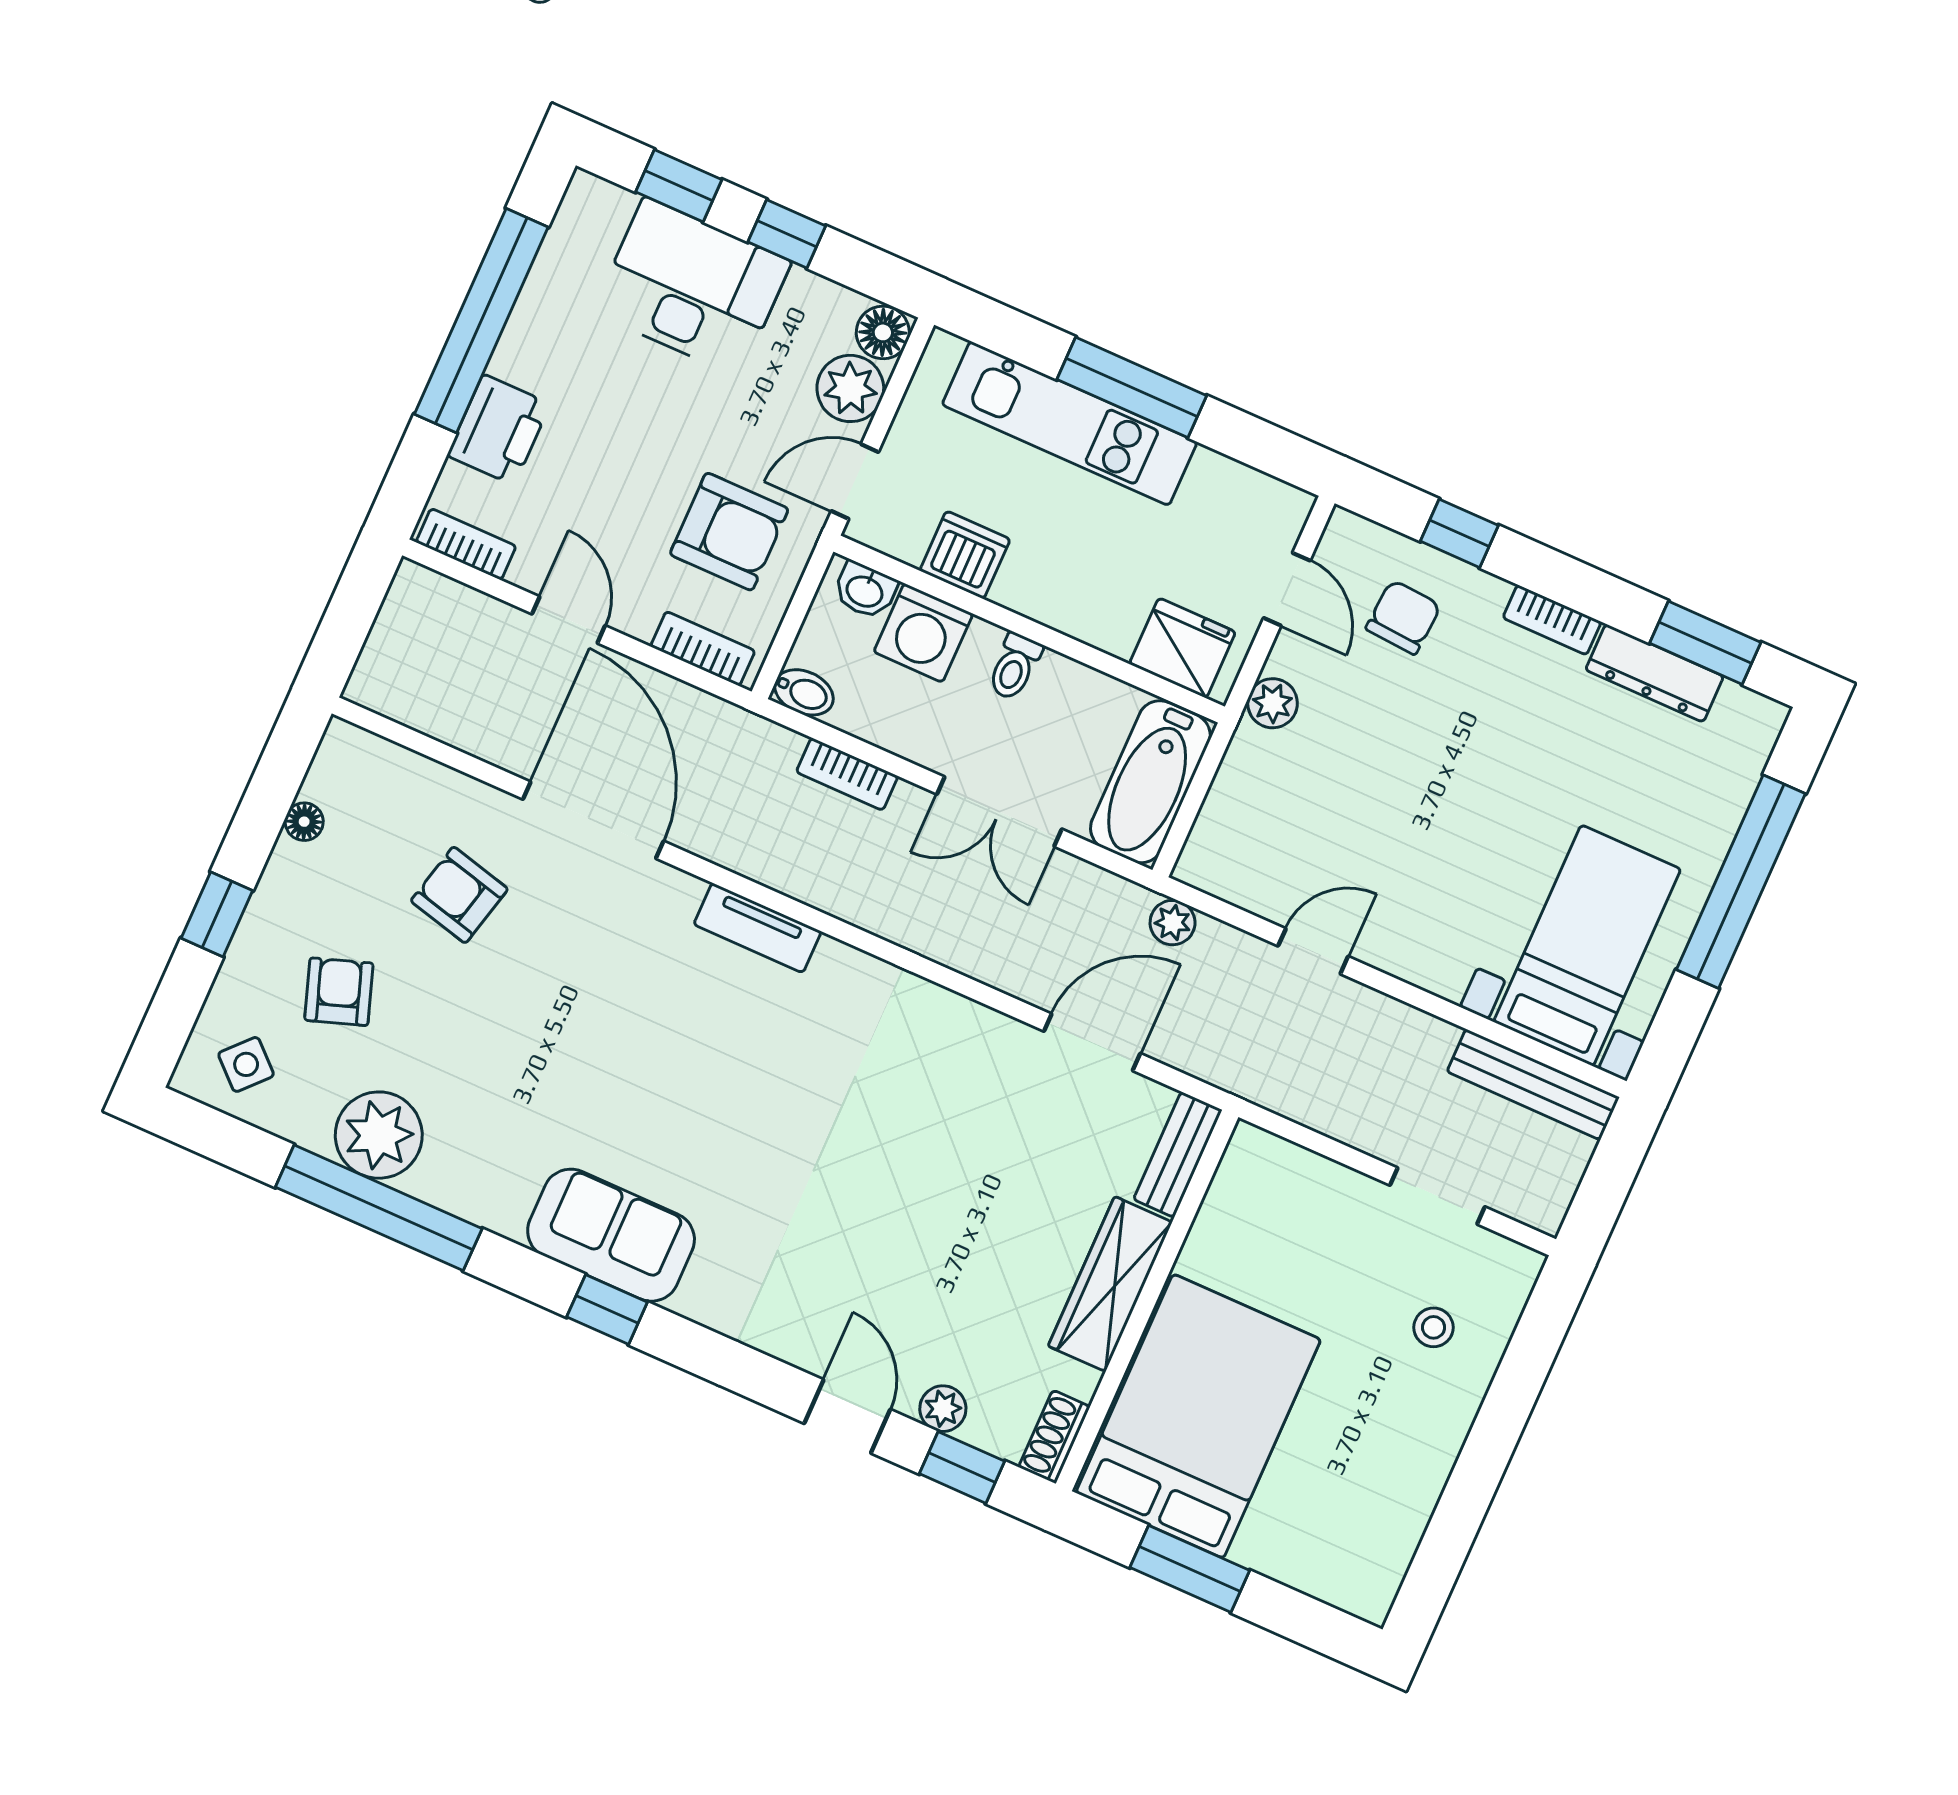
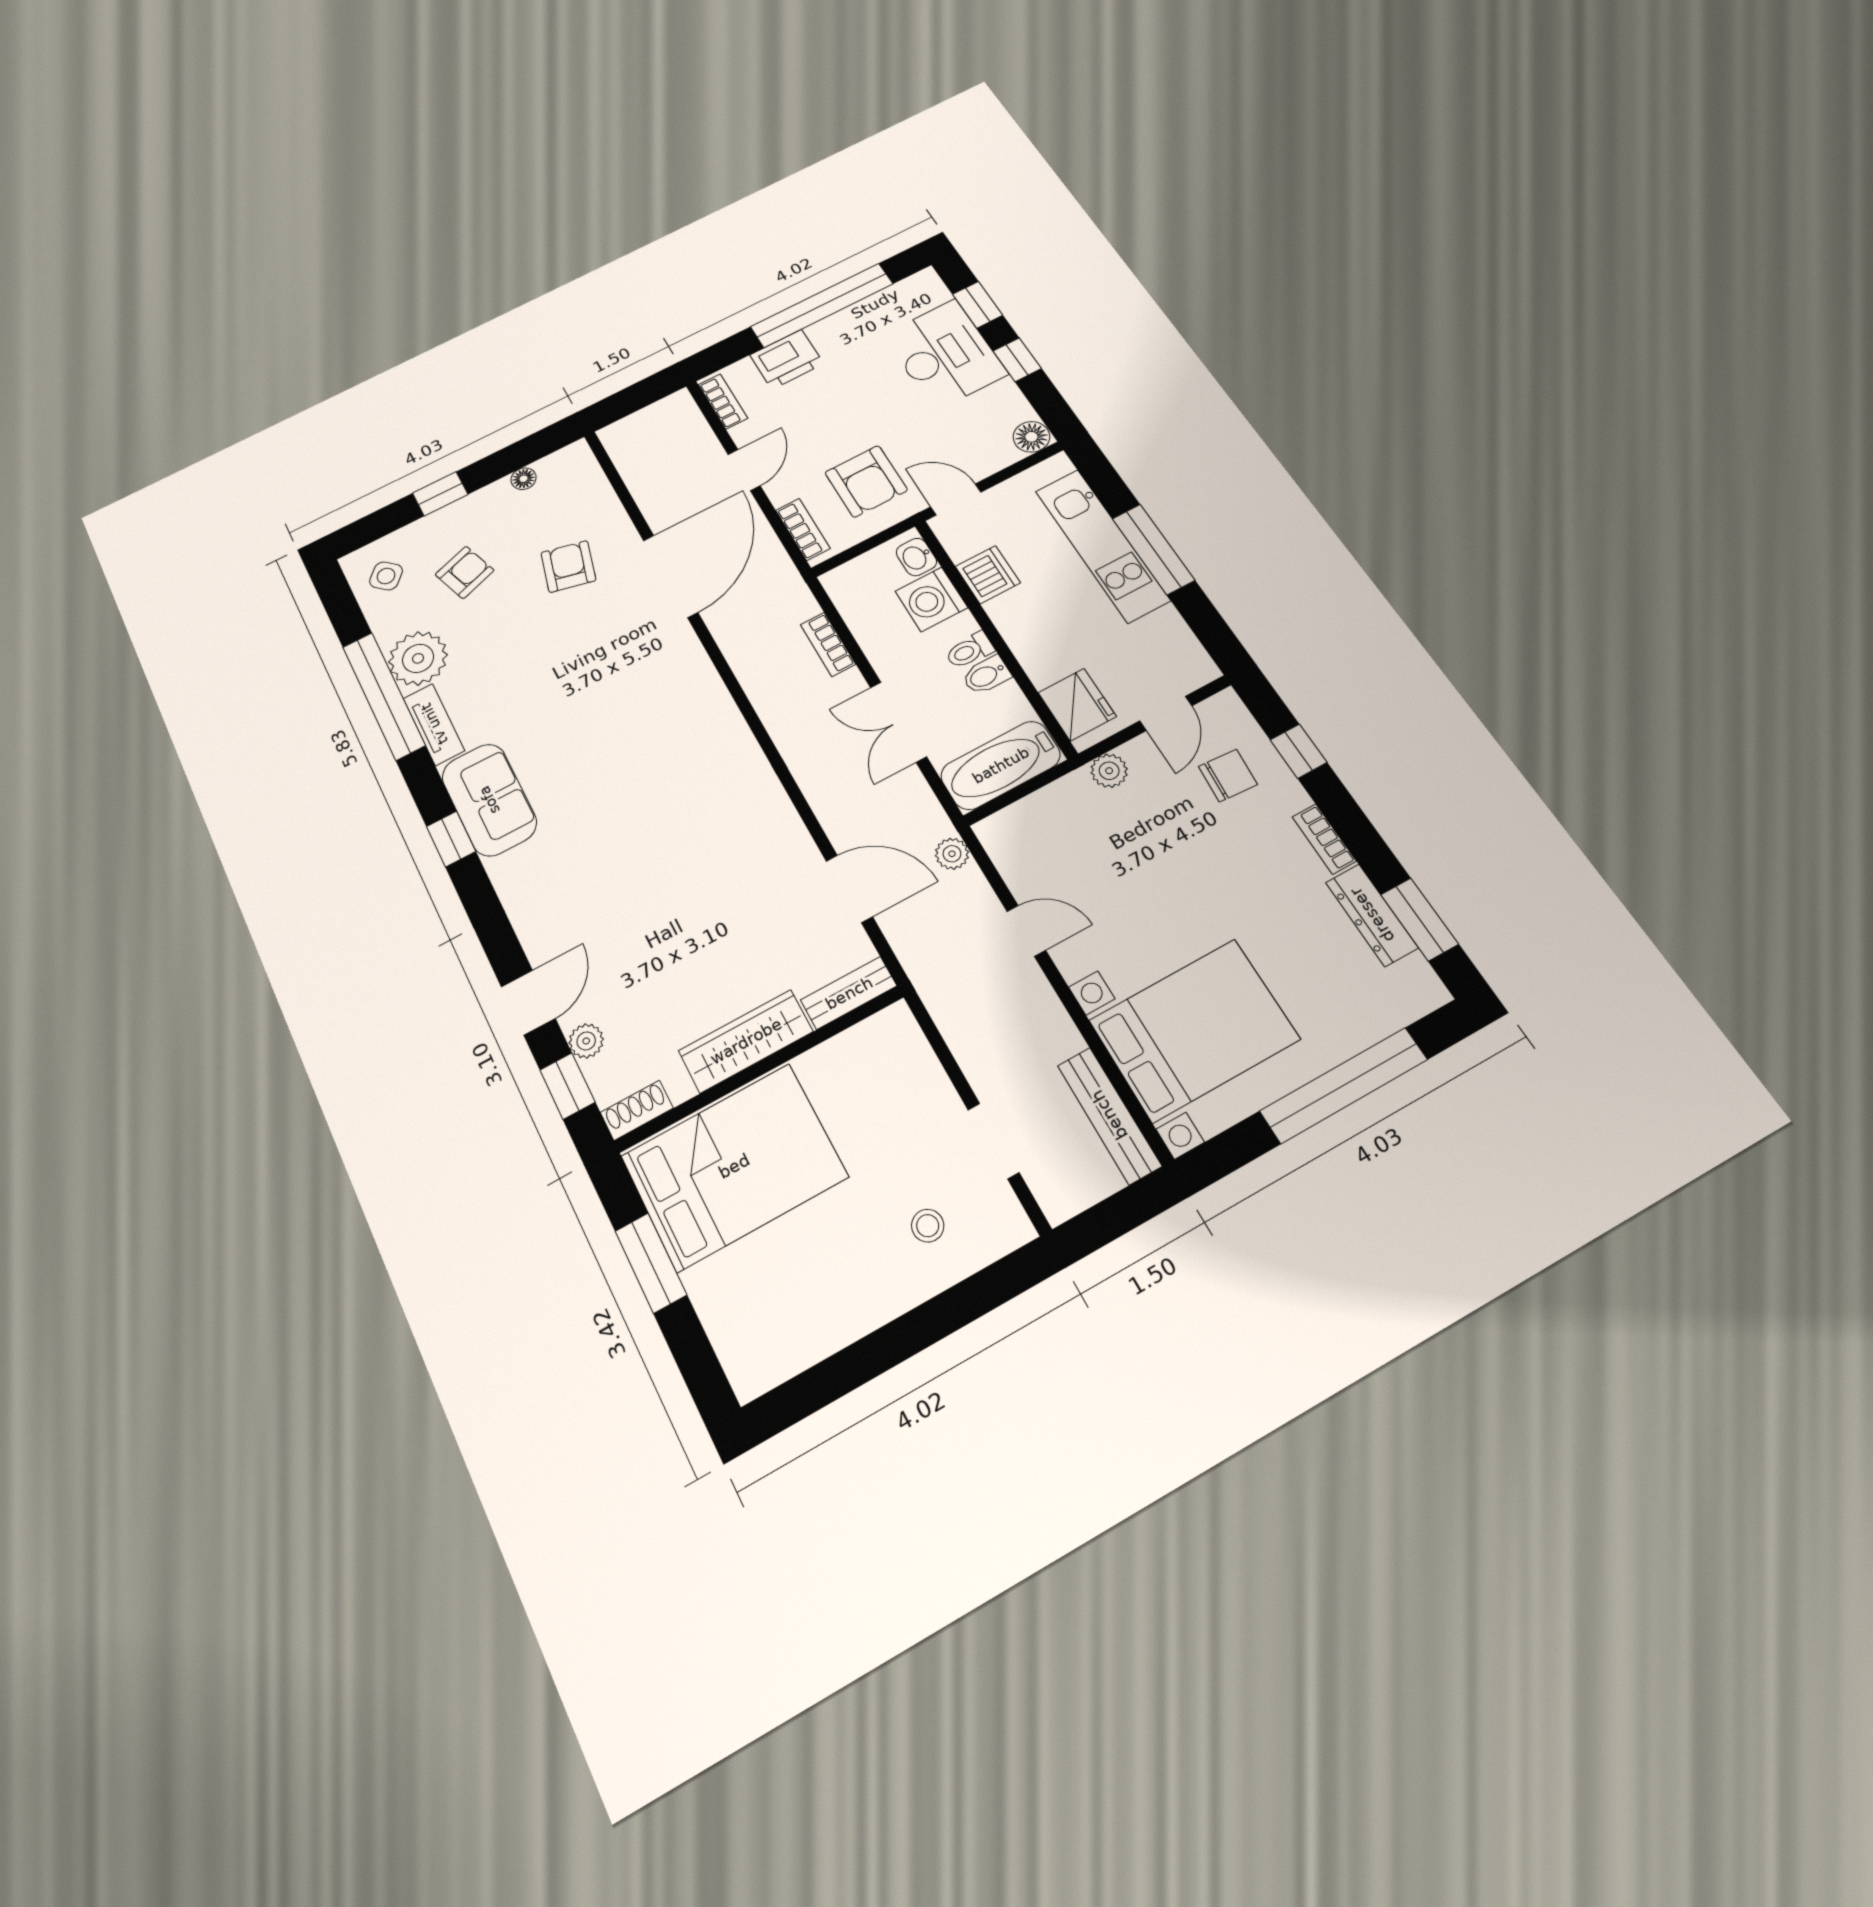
plant: (850, 388) -> (991, 453), removed
bidet: (804, 692) -> (986, 675), moved, turned 90
tv unit: (757, 928) -> (434, 724), moved, turned 180
bed with nightstands: (1587, 945) -> (1194, 1030), width x1.36

